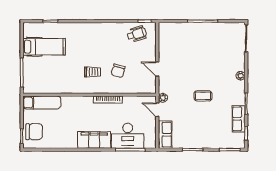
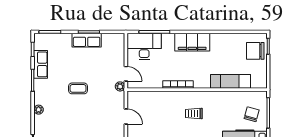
chair: (118, 71) -> (252, 114), moved
exam couch: (42, 103) -> (230, 81), moved
row of seats: (165, 135) -> (87, 40), moved, turned -90
desk: (128, 136) -> (144, 47), moved

